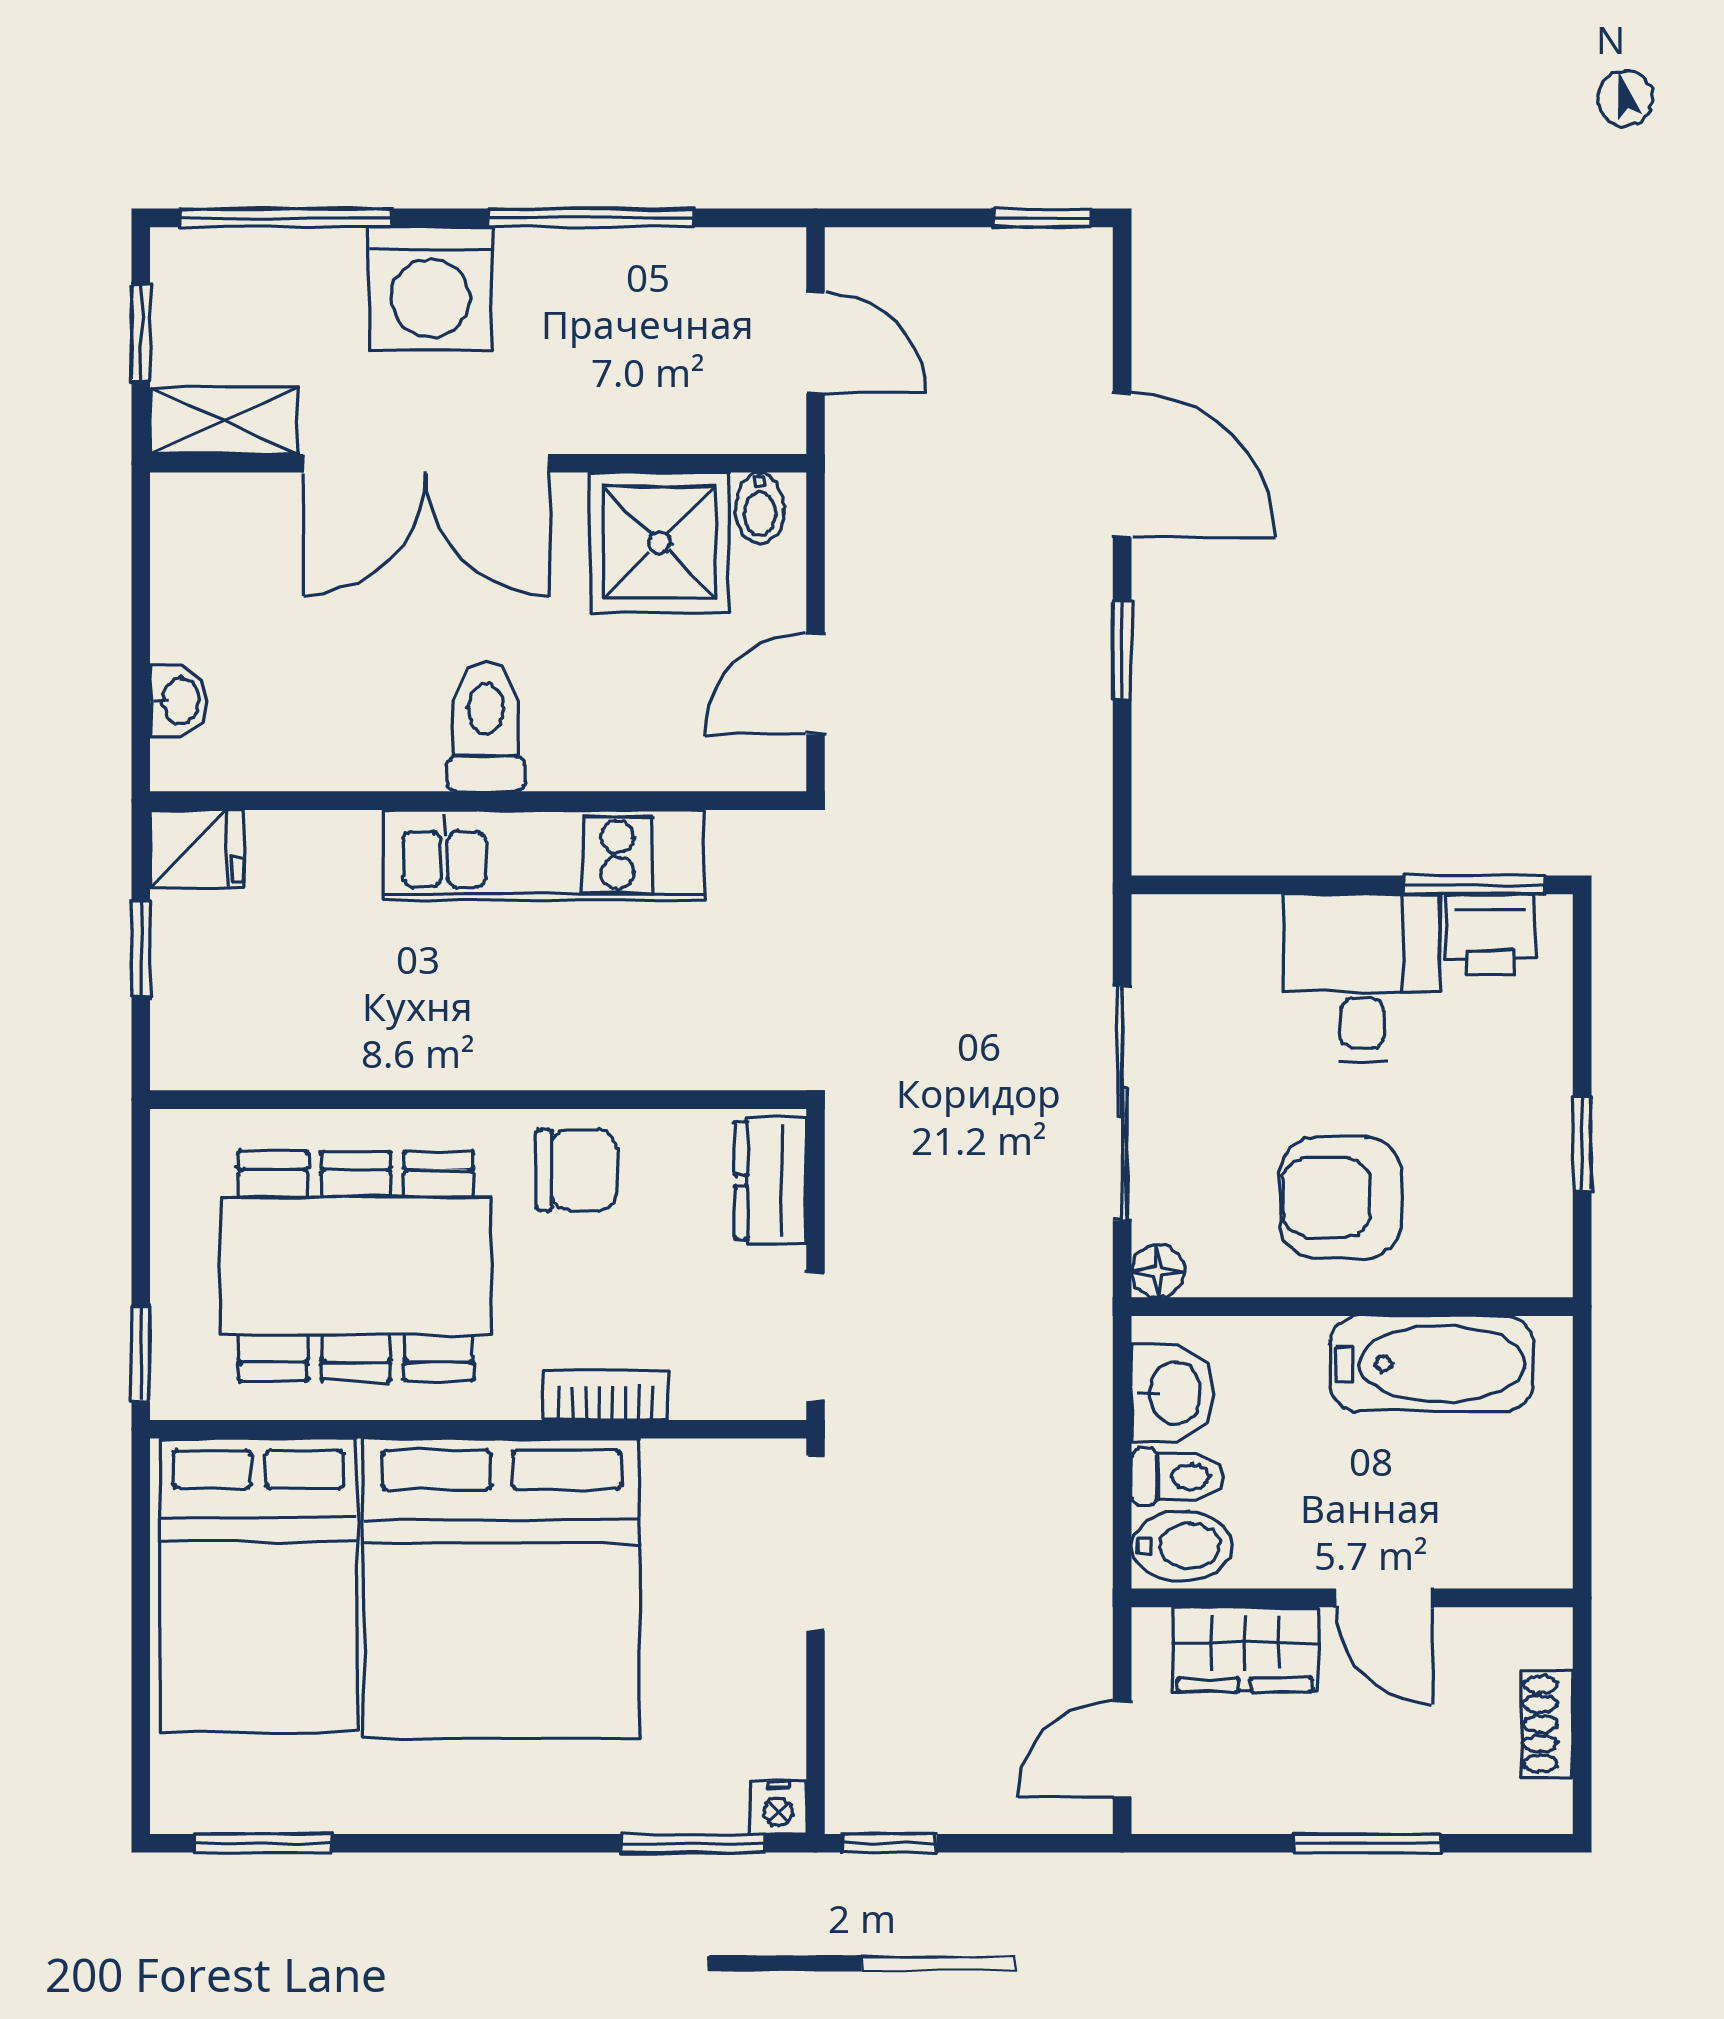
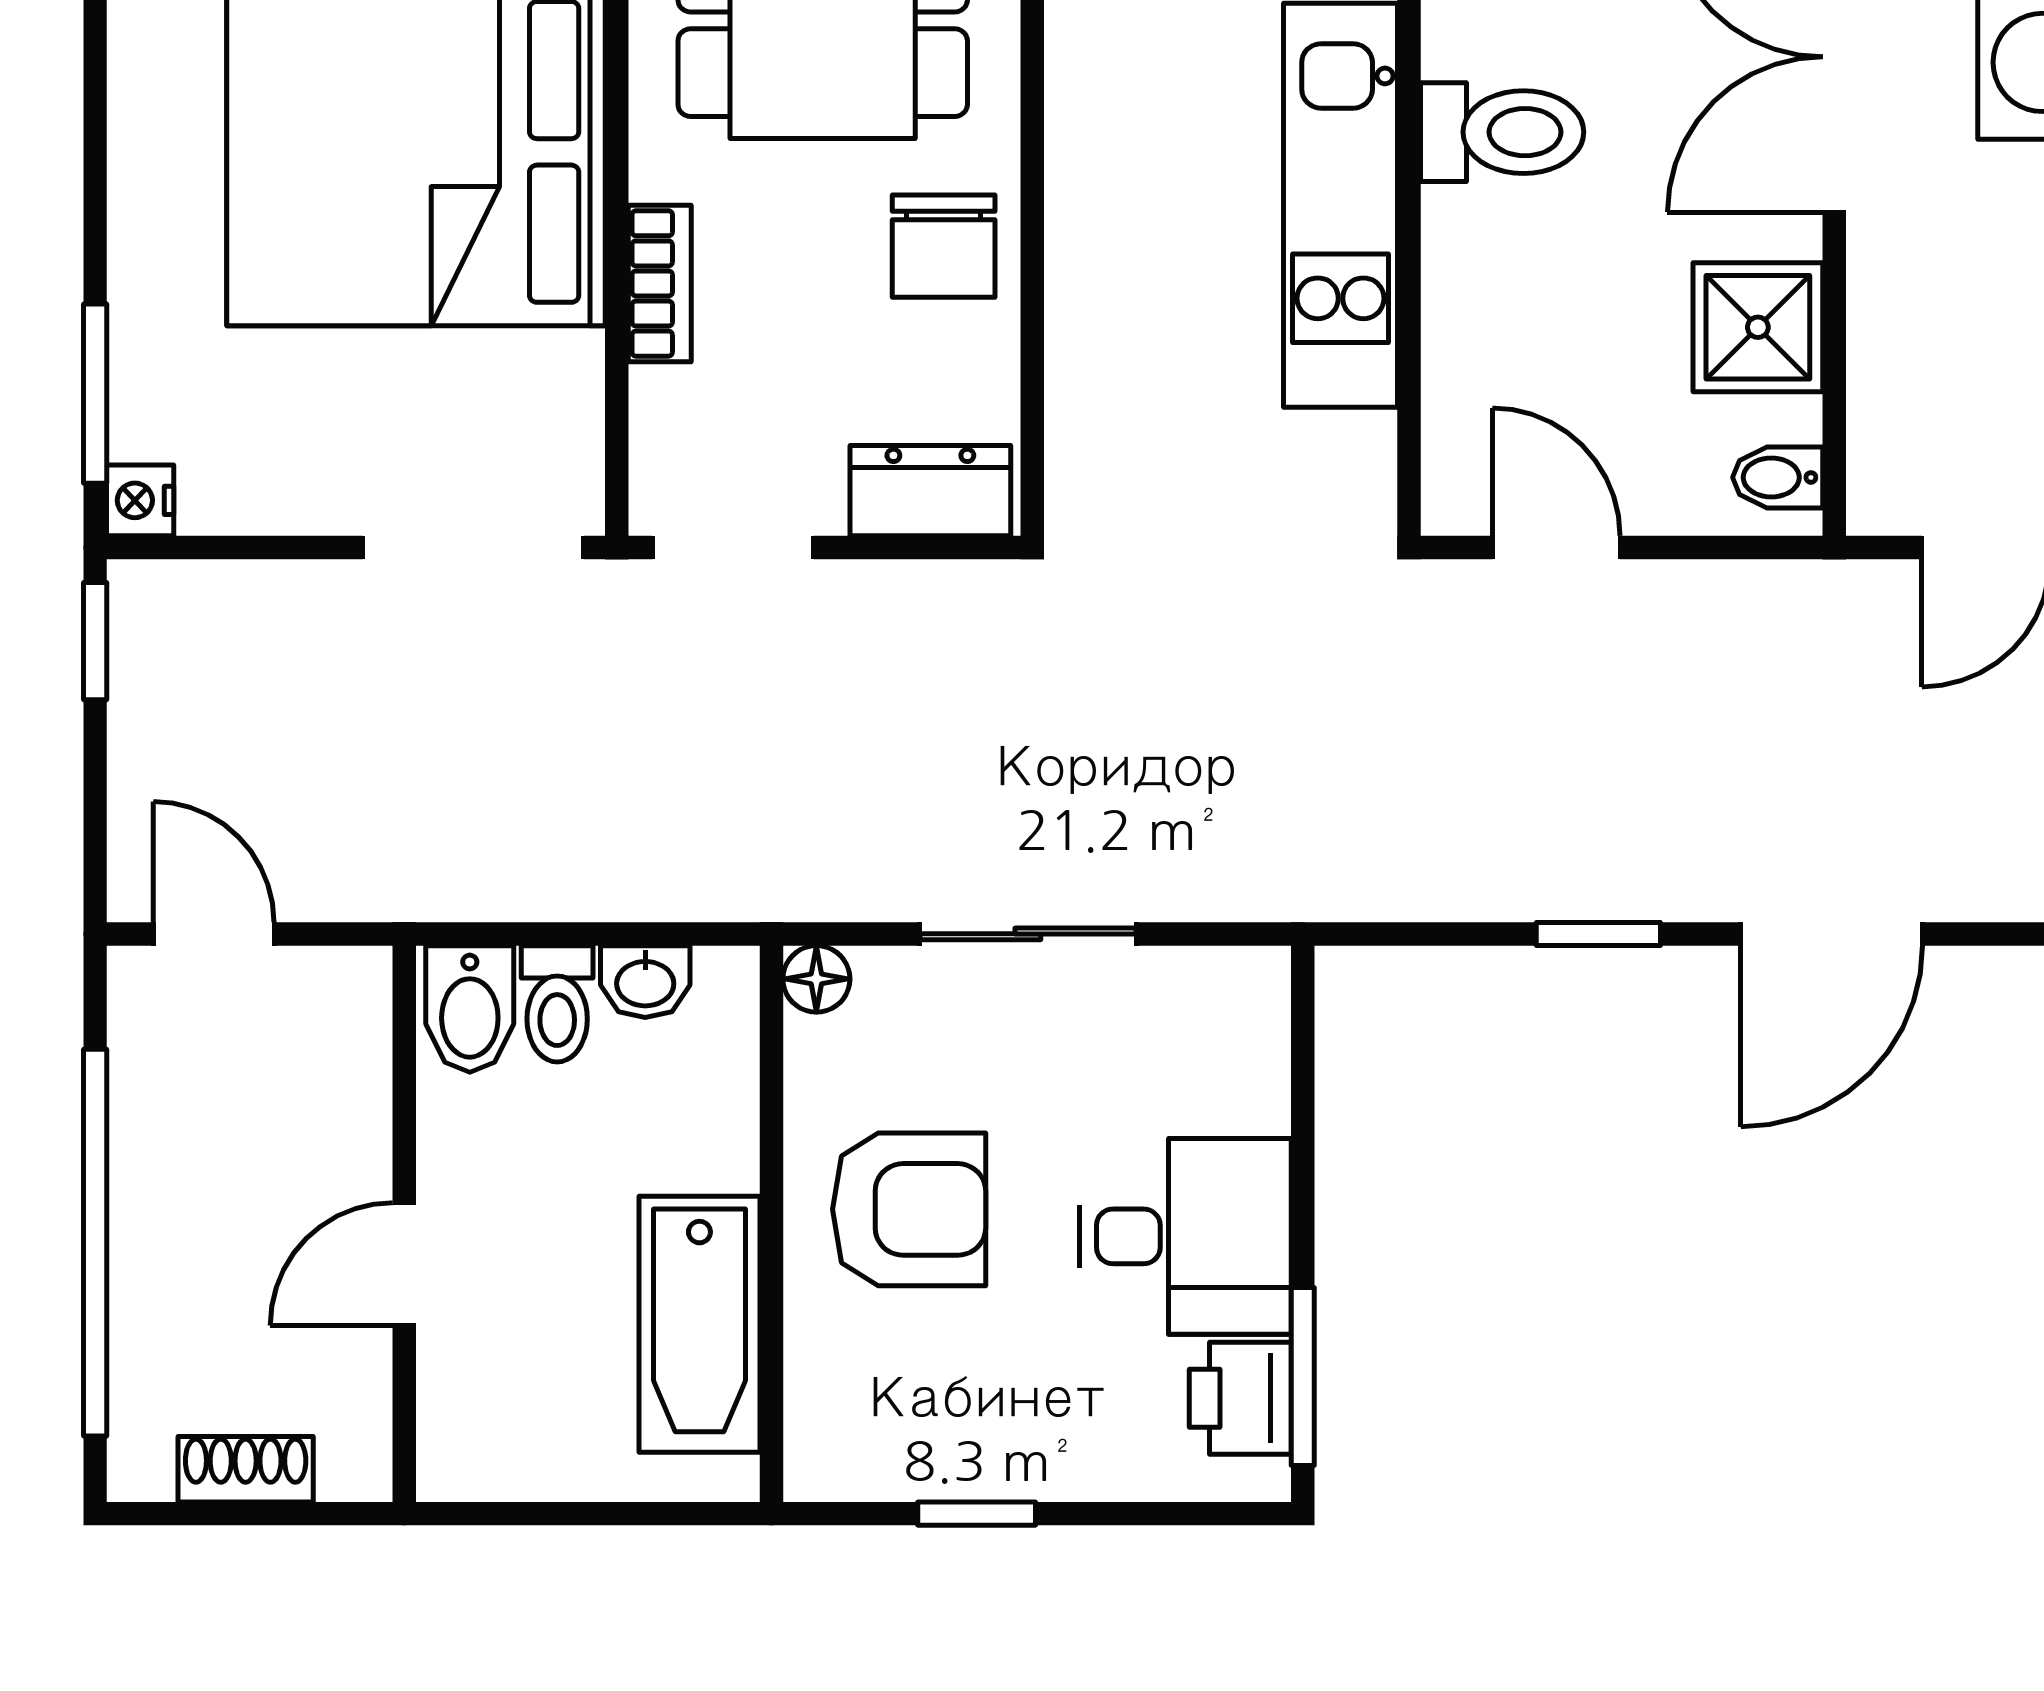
shower: (659, 543) -> (1758, 327), width x0.73, depth x0.73
sliding door: (1122, 1103) -> (1028, 934), width x0.73
armchair: (1341, 1197) -> (909, 1209), turned 90
washbasin: (1173, 1393) -> (645, 982), width x0.72, depth x0.69
wardrobe: (1245, 1649) -> (339, 1088), removed
window: (1367, 1843) -> (95, 1243), width x2.11

